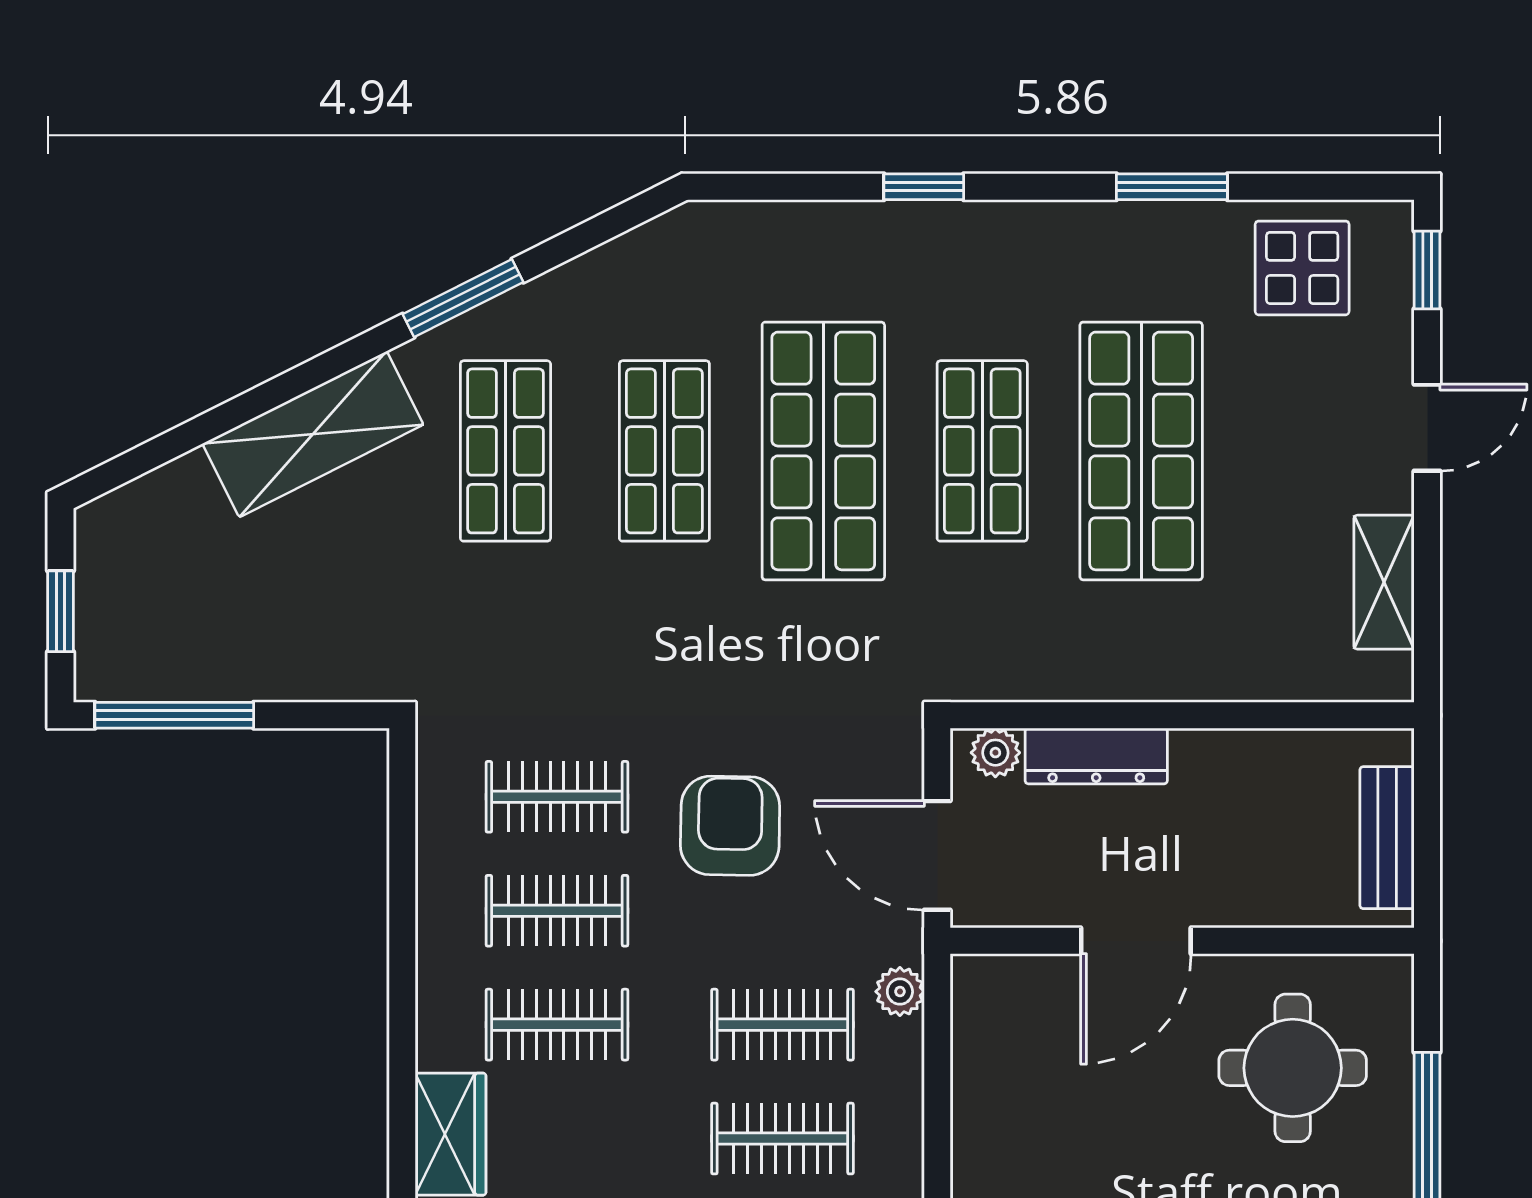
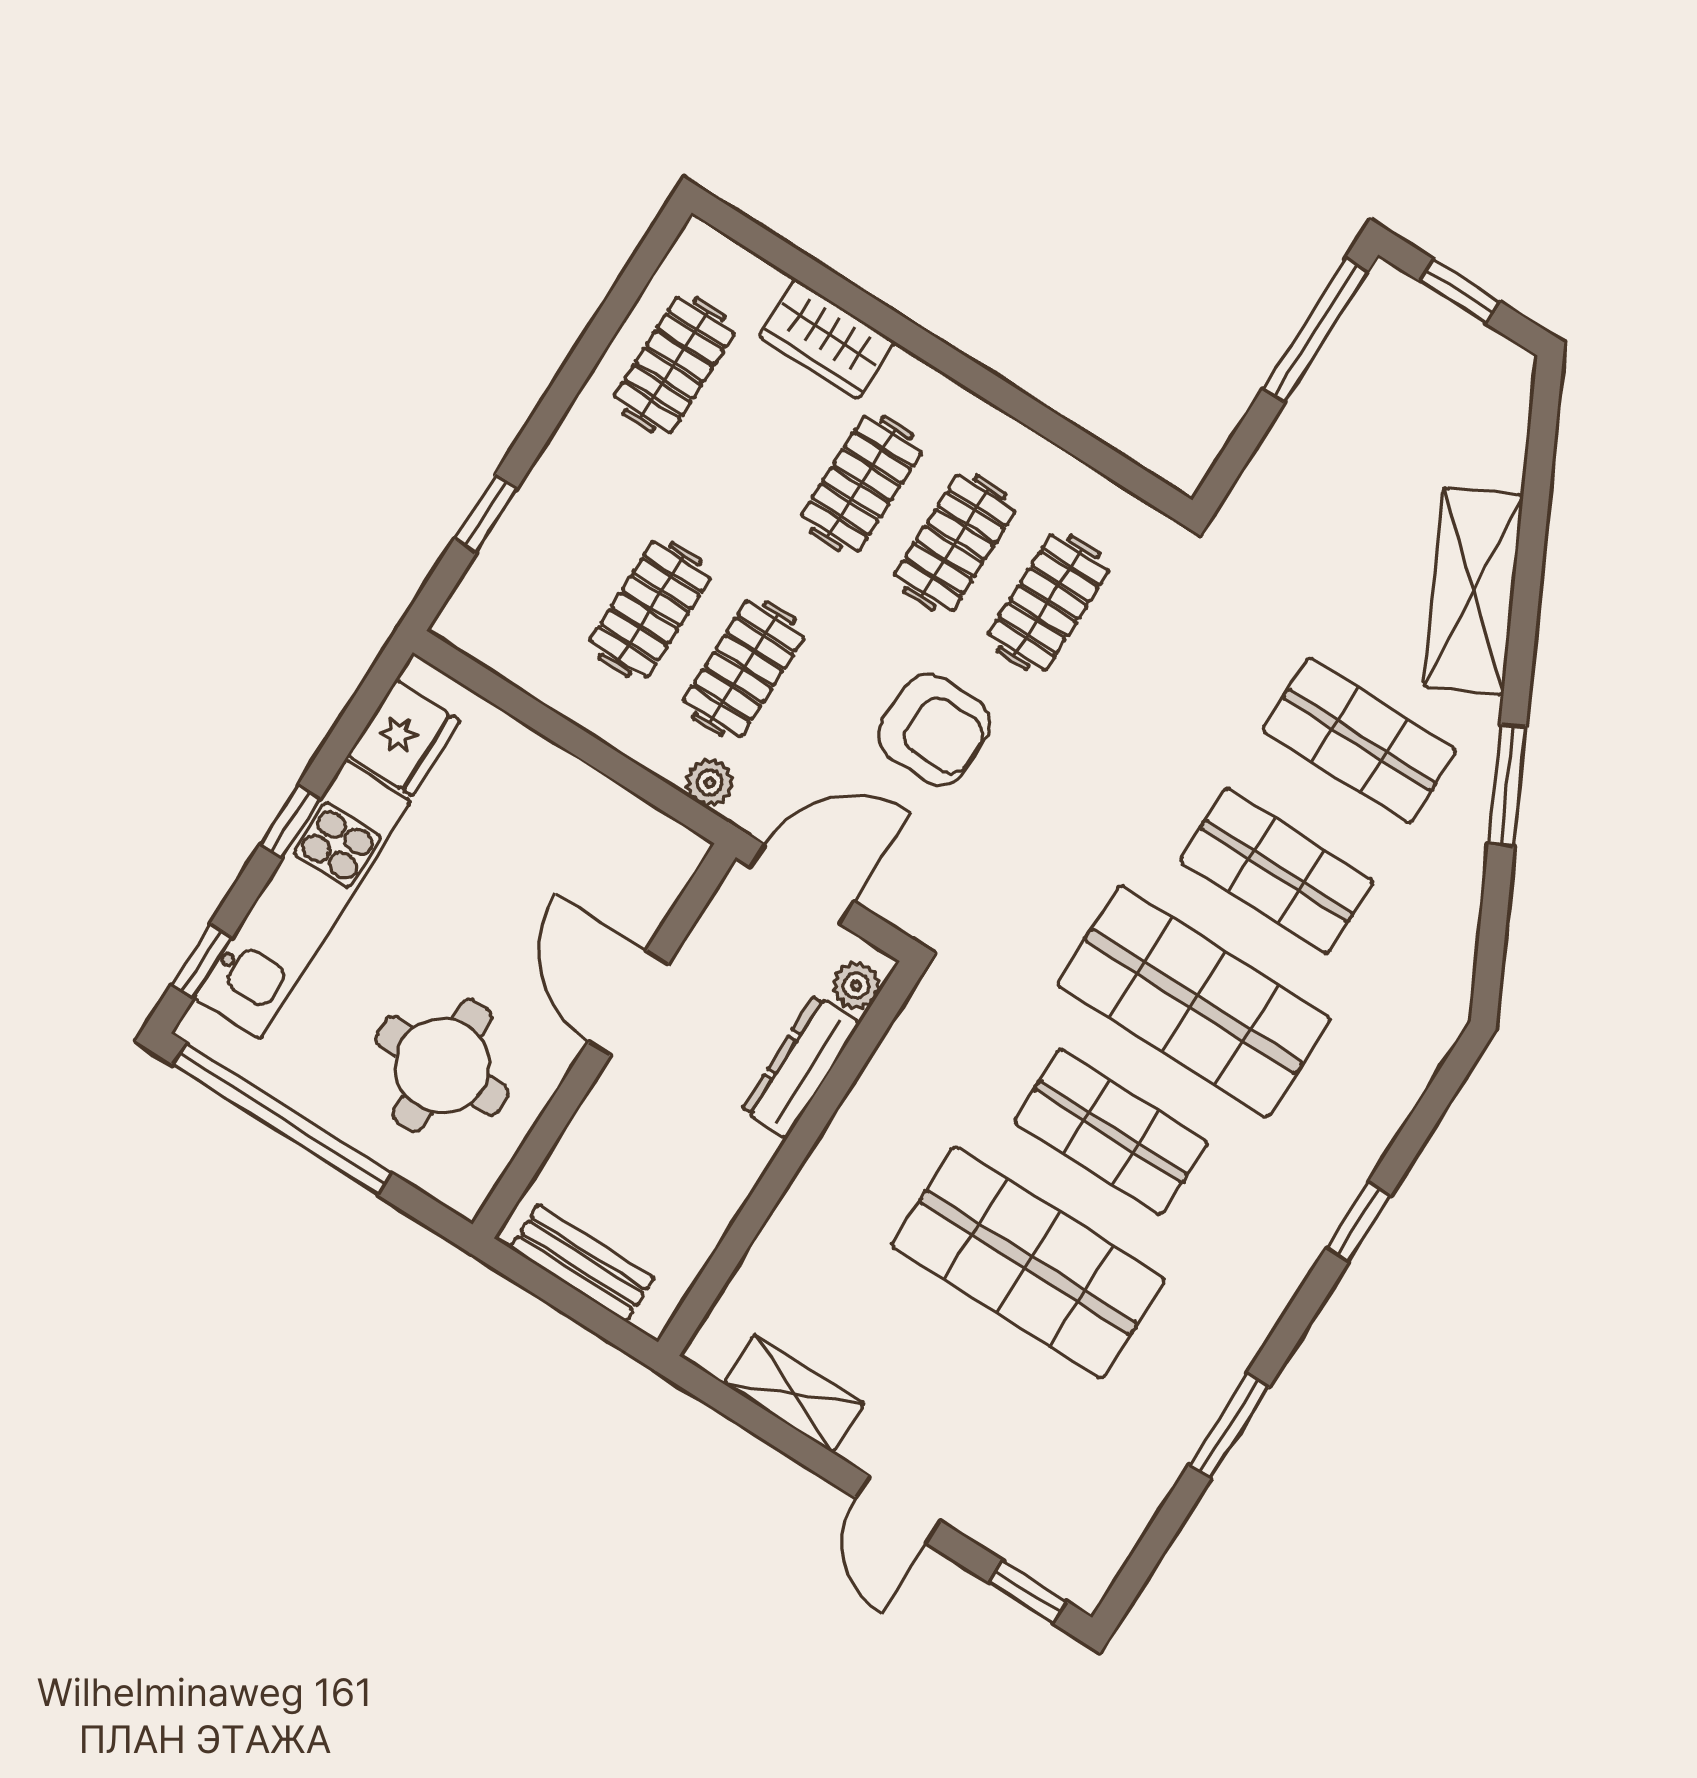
display table: (1302, 268) -> (1094, 1490), removed

